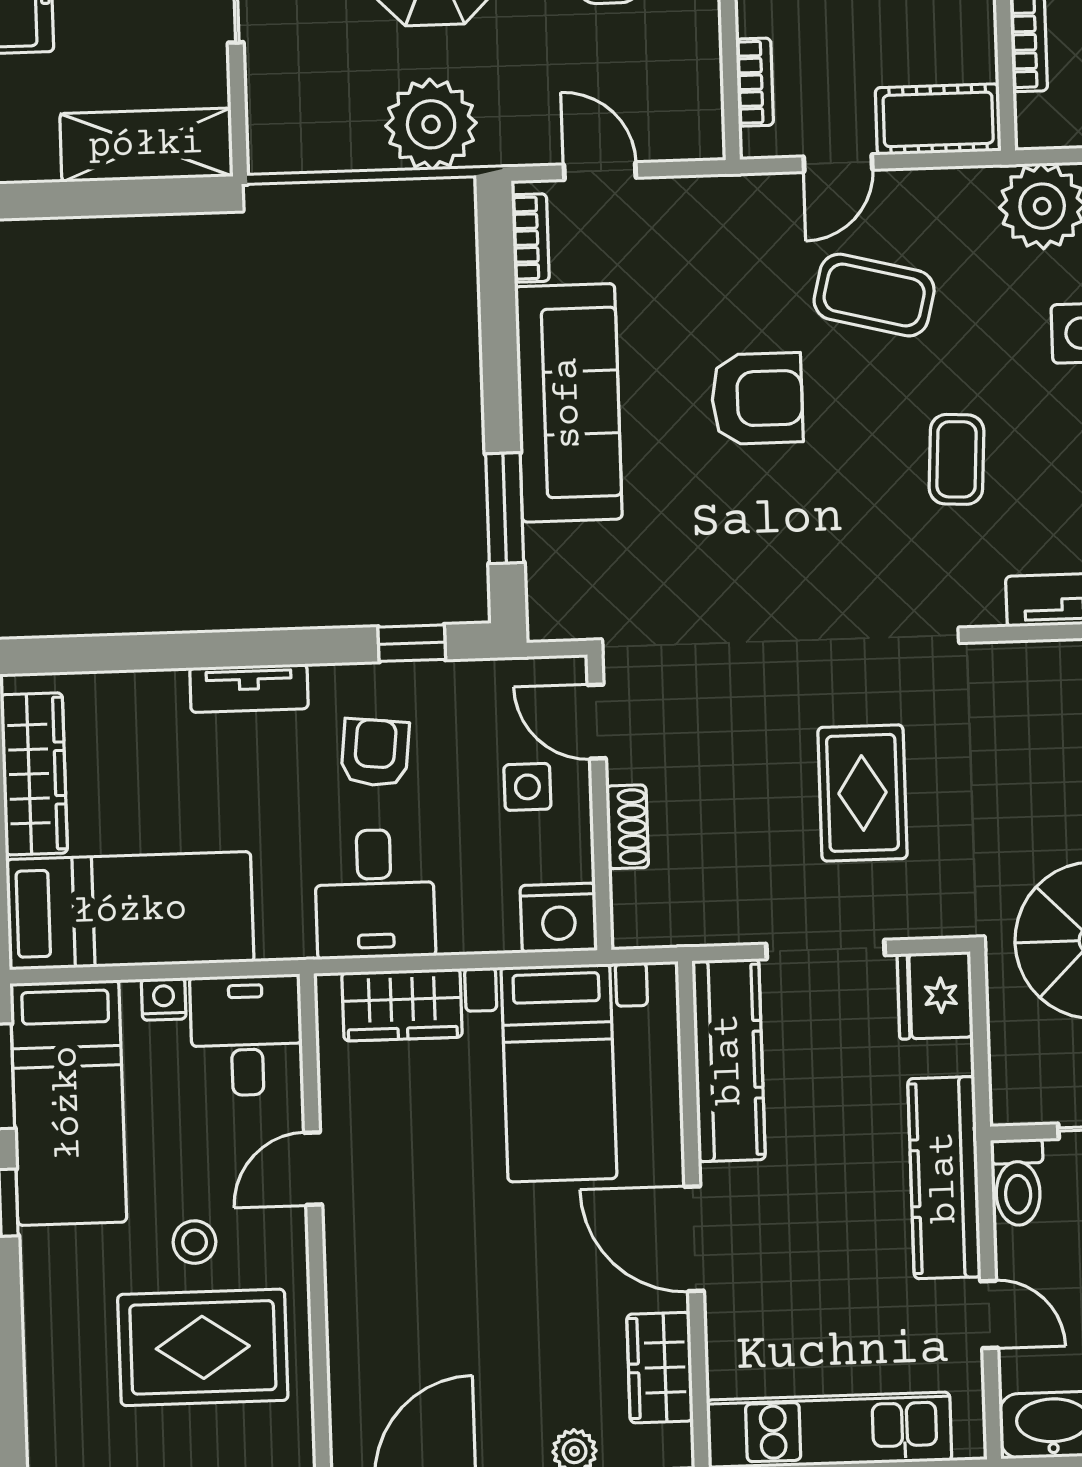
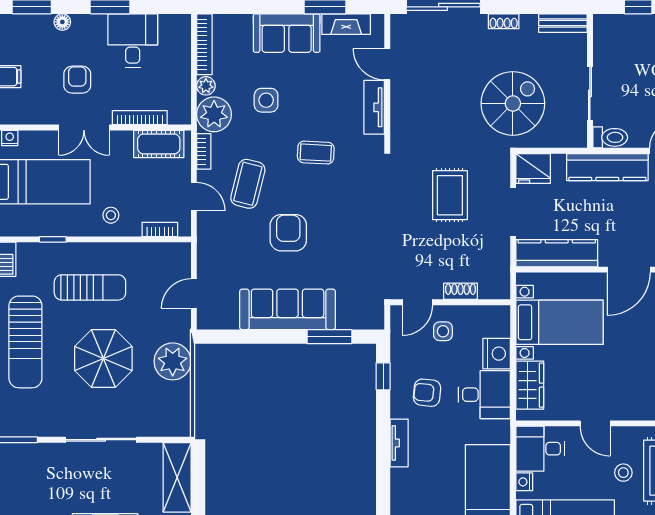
cot: (938, 119) -> (159, 144), moved, turned 90
bookcase: (530, 238) -> (204, 151), moved, turned 90
rug: (862, 793) -> (450, 195), turned 90
nightstand: (559, 918) -> (497, 354), moved

